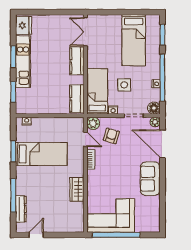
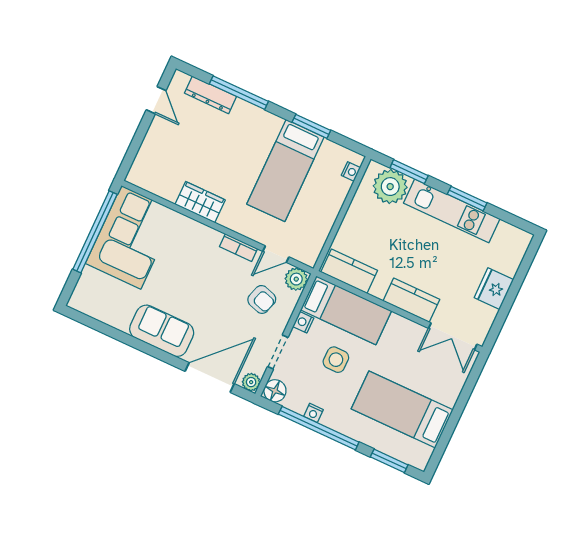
fridge: (24, 25) -> (494, 289), moved, turned 90
double door: (85, 32) -> (453, 336), swing flipped
plant: (25, 98) -> (390, 187), added

